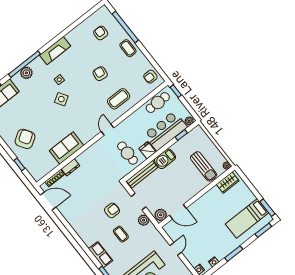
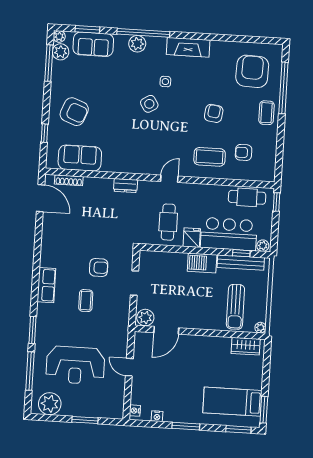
armchair: (101, 33) -> (252, 71), width x1.88, depth x1.88
armchair: (150, 77) -> (244, 152), moved
armchair: (25, 139) -> (74, 112), turned 54
sofa: (66, 148) -> (80, 158), moved
dresser: (71, 167) -> (125, 186), moved
bench: (142, 174) -> (241, 263), moved
door: (178, 212) -> (166, 330), hinge flipped
plant: (144, 220) -> (122, 307), removed
door: (176, 249) -> (129, 367), swing flipped
row of seats: (100, 255) -> (46, 285), moved

